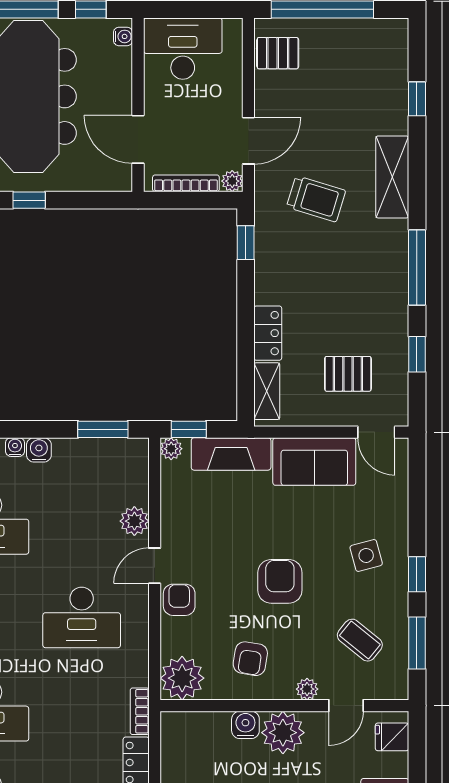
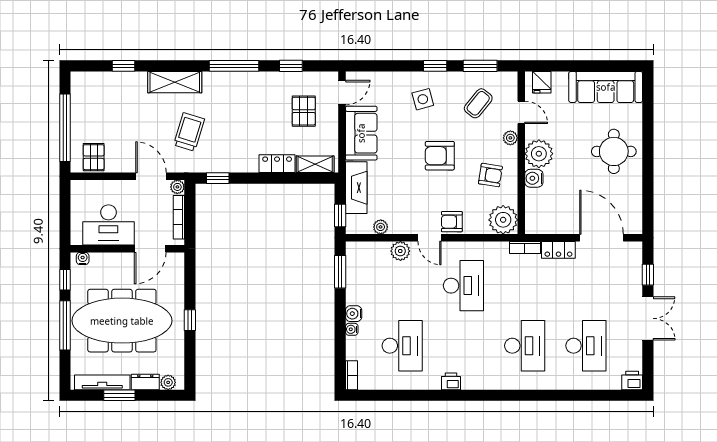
desk: (183, 49) -> (108, 225), moved, turned -90
plant: (171, 449) -> (381, 227), moved

